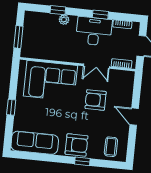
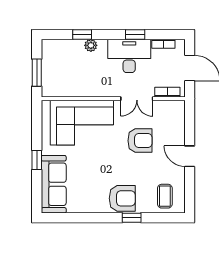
armchair: (96, 100) -> (140, 141), turned 180
sofa: (35, 143) -> (54, 184), moved, turned 90

